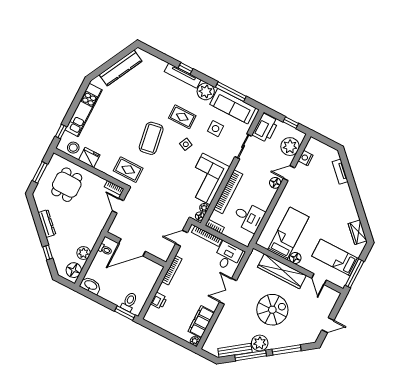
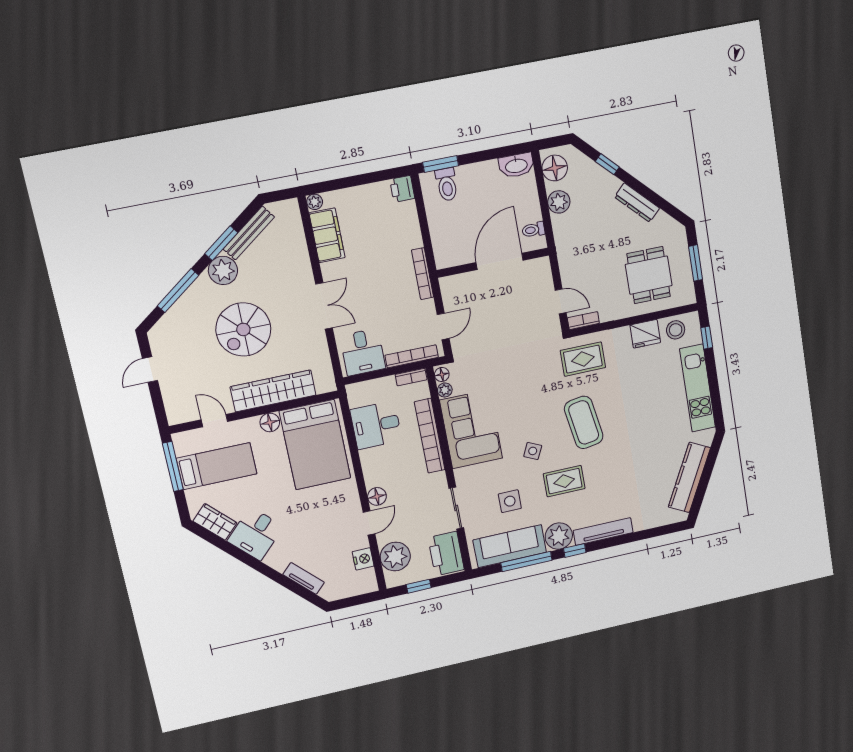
window: (186, 68) -> (575, 550), moved
desk: (344, 211) -> (255, 534), added
bed: (288, 233) -> (315, 445), width x1.50
printer: (159, 301) -> (402, 189), moved
window: (251, 356) -> (221, 243), width x0.69

